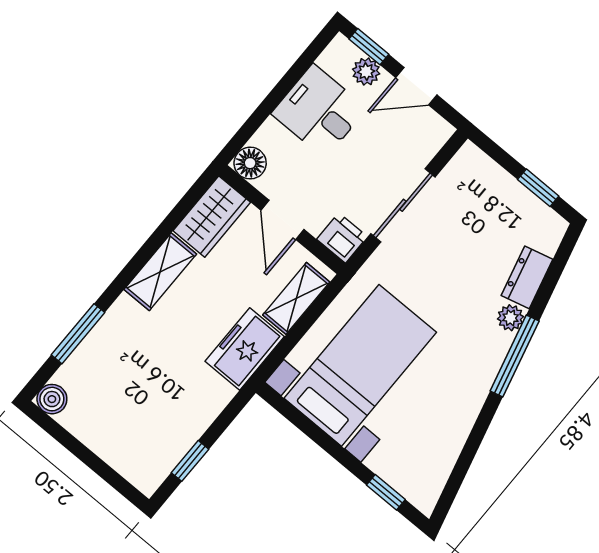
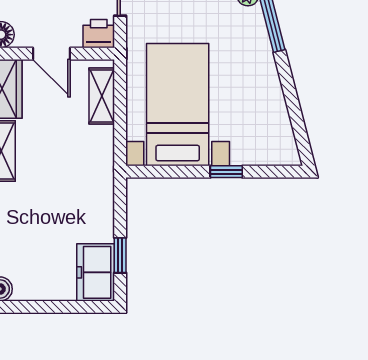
freezer: (245, 349) -> (96, 272), moved
window: (386, 492) -> (226, 172), moved

